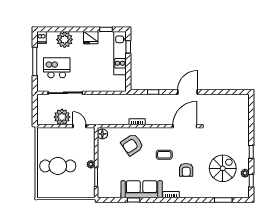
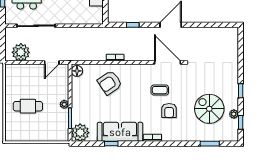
plant: (62, 117) -> (21, 52), moved
door: (79, 126) -> (52, 62), swing flipped
door: (185, 126) -> (168, 62), hinge flipped
coffee table: (164, 155) -> (160, 90), moved
cafe table: (58, 166) -> (28, 106), width x0.73, depth x0.74
spiral stairs: (223, 168) -> (209, 109), turned -90
plant: (105, 190) -> (80, 133), added

